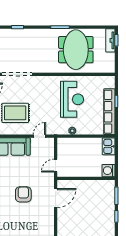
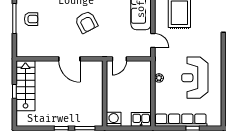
reception desk: (72, 99) -> (195, 78), turned 90
door: (56, 166) -> (119, 59), swing flipped
armchair: (23, 194) -> (86, 22), turned 62
door: (56, 198) -> (69, 59), moved

